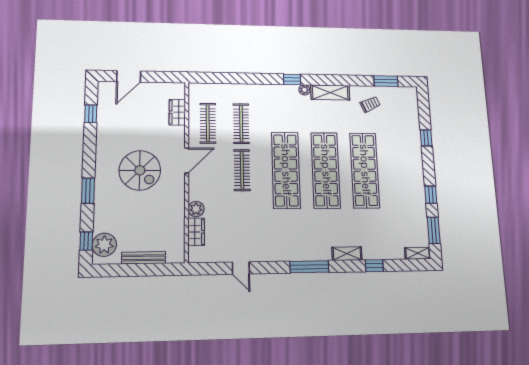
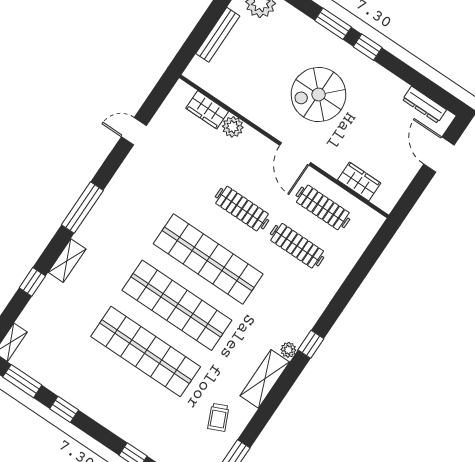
dresser: (103, 103) -> (424, 105), added
window: (91, 114) -> (368, 47), moved

